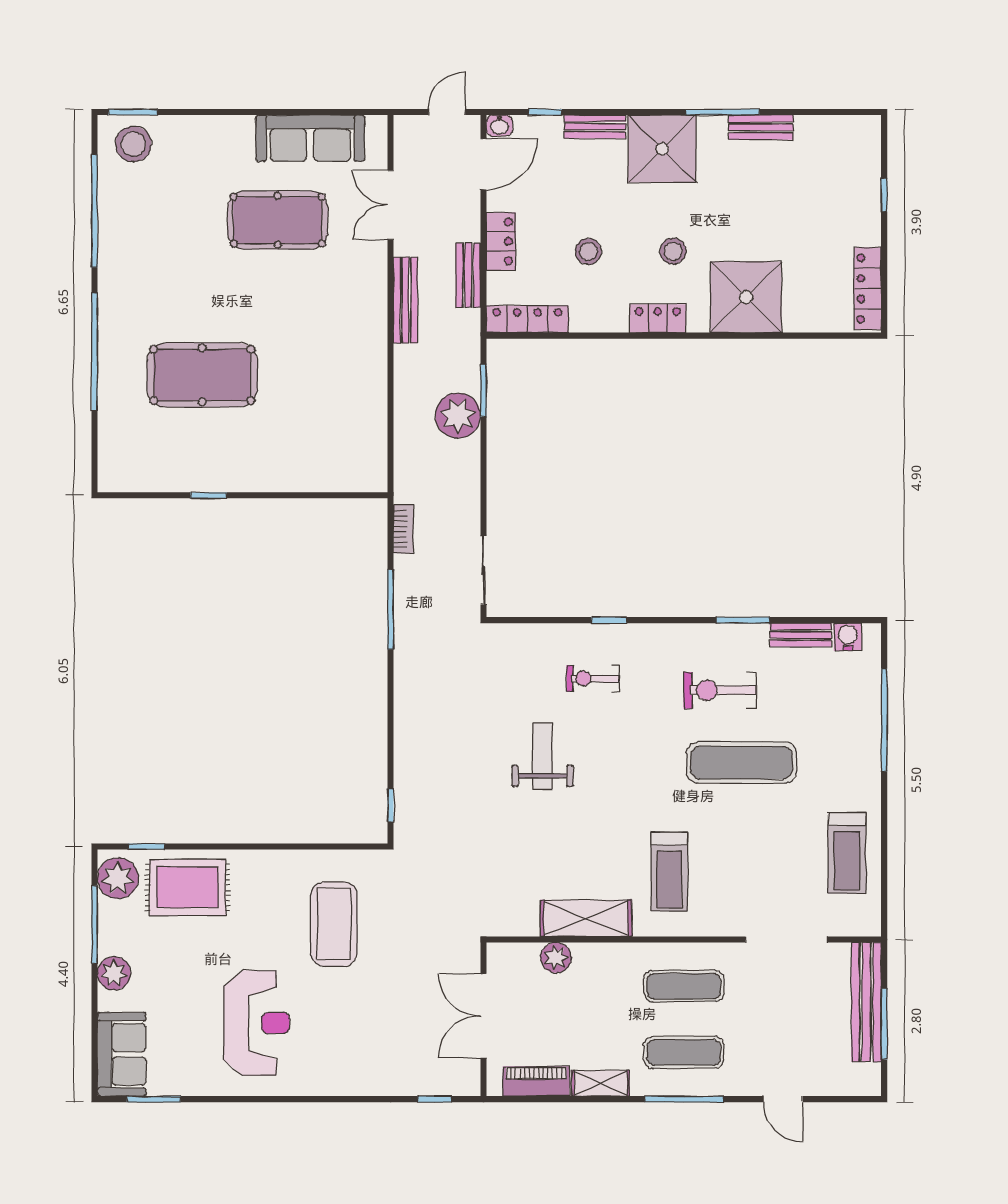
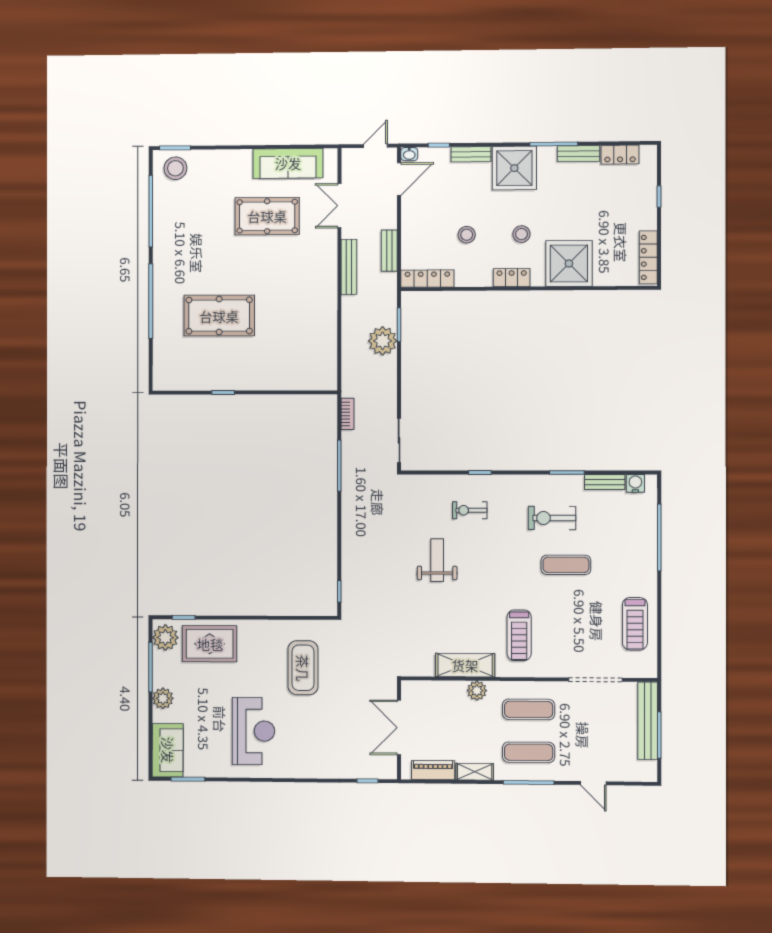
locker: (501, 241) -> (620, 155), moved, turned 90
exercise mat: (741, 763) -> (566, 565), width x0.73, depth x0.69
plant: (556, 958) -> (477, 691), moved

